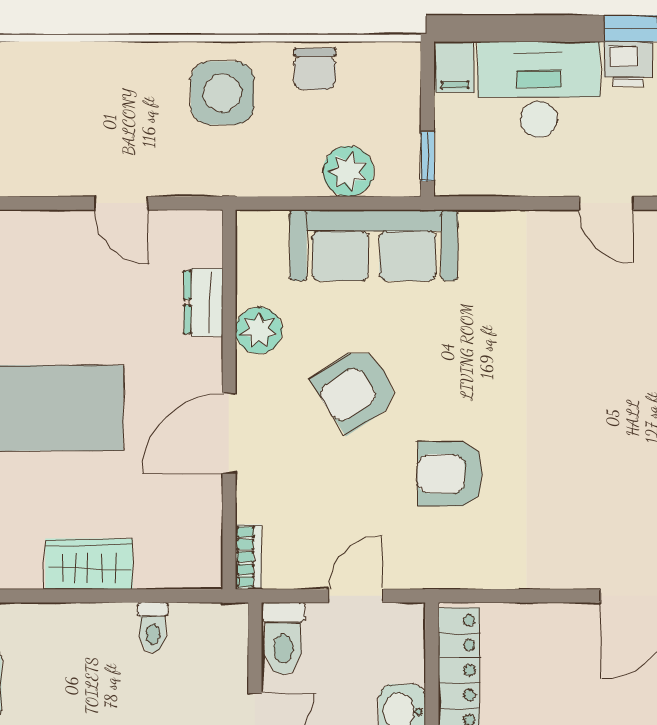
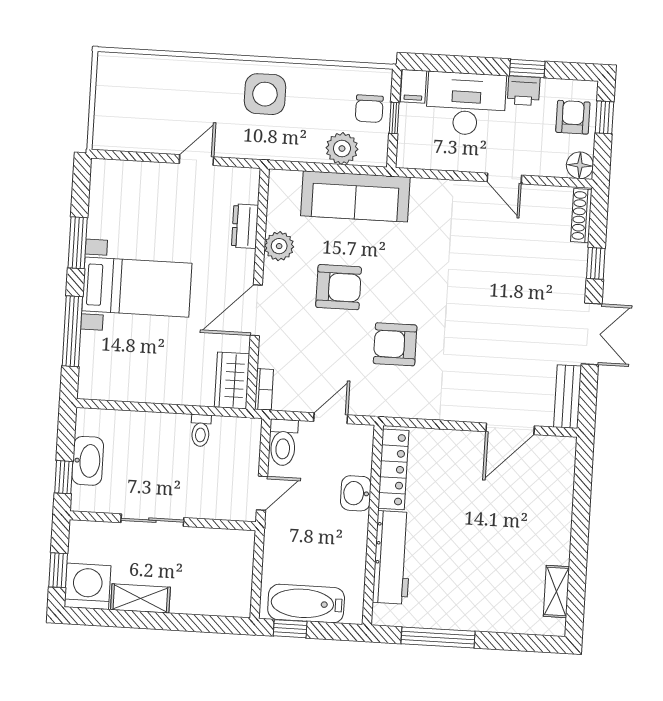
chair: (315, 69) -> (369, 109), moved
window: (427, 157) -> (394, 118), moved
door: (121, 203) -> (196, 160), swing flipped
armchair: (356, 389) -> (339, 287), turned -147
wardrobe: (89, 564) -> (232, 380), moved, turned -90

